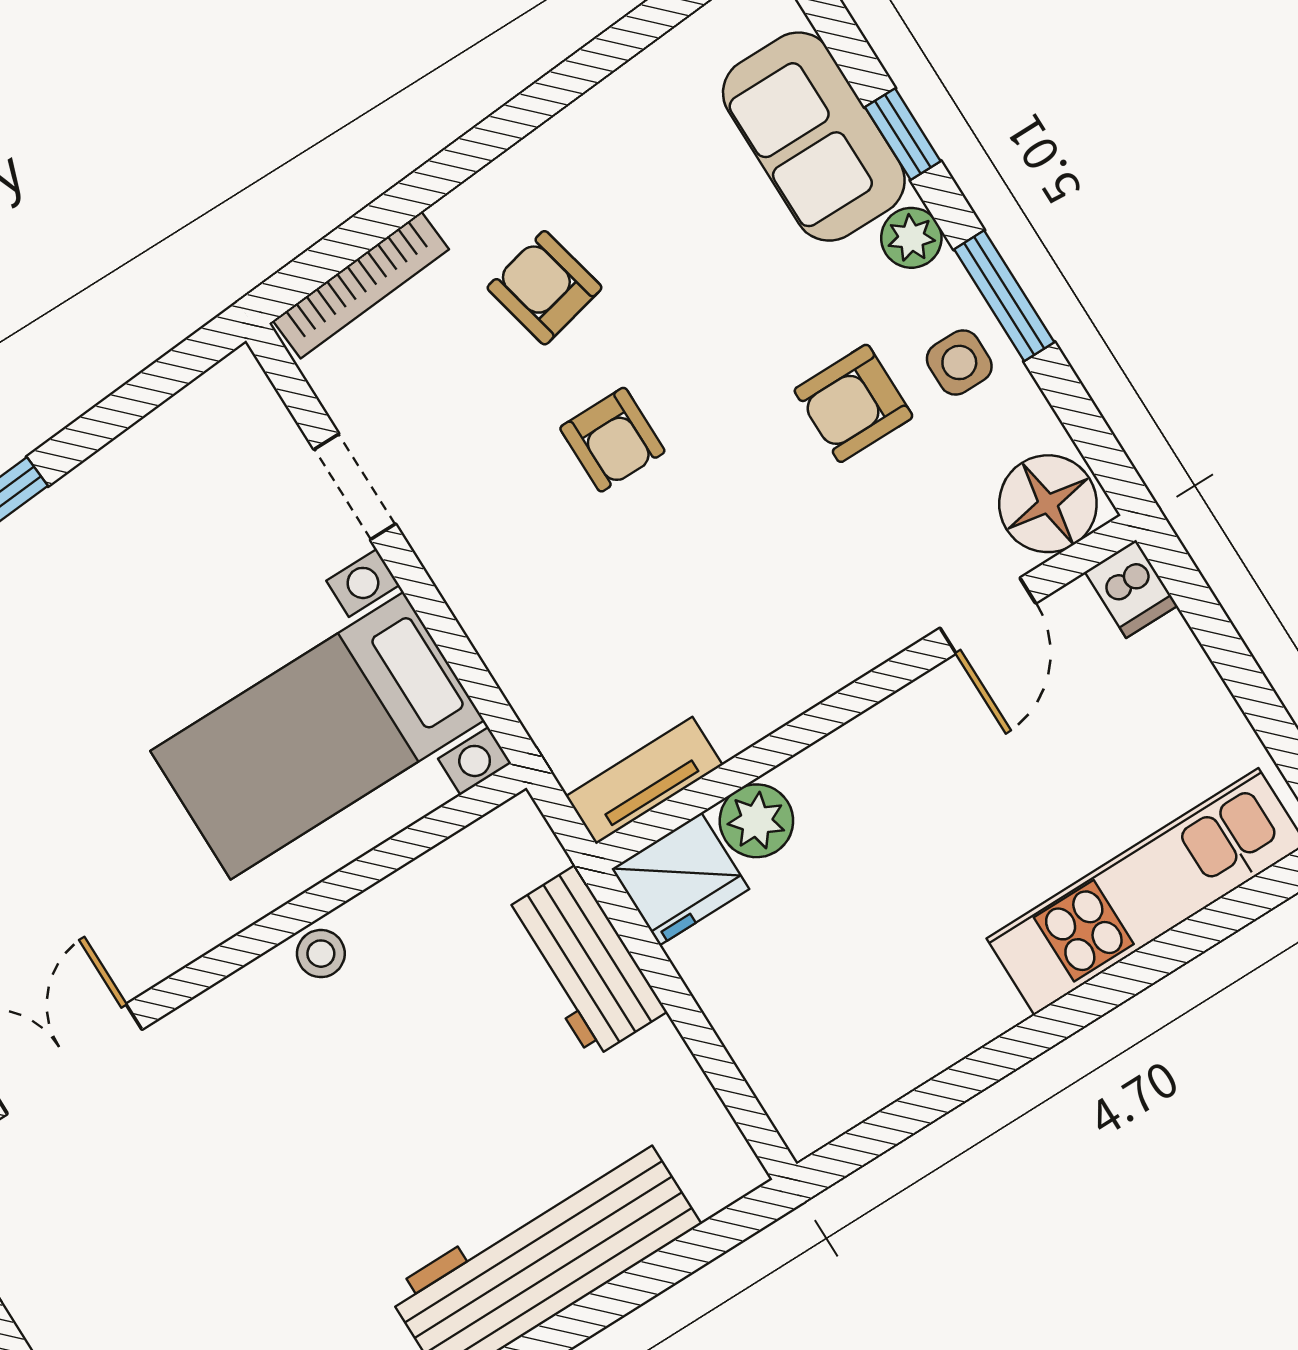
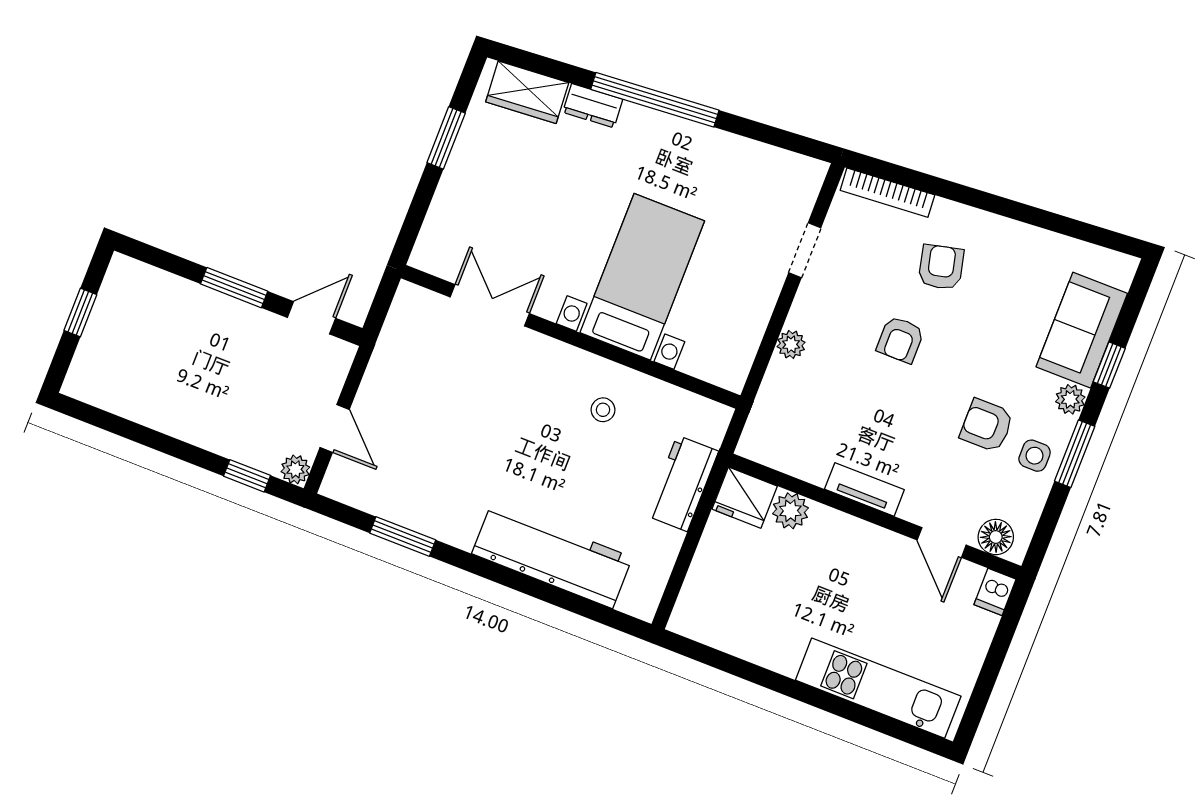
floor lamp: (1048, 504) -> (996, 537), width x0.73, depth x0.73
door: (988, 616) -> (942, 542), hinge flipped
plant: (490, 621) -> (791, 344), added
bed with nightstands: (317, 736) -> (642, 277), moved, turned 90
tv unit: (644, 781) -> (864, 489), moved
stool: (321, 954) -> (603, 410), moved

